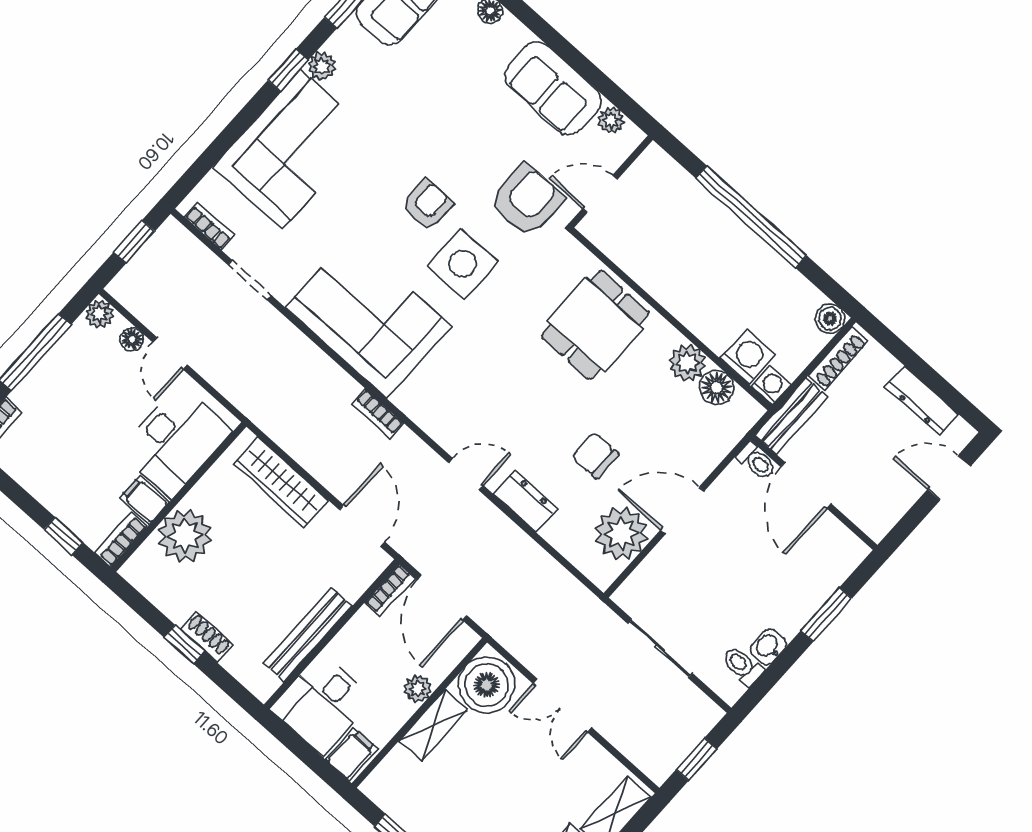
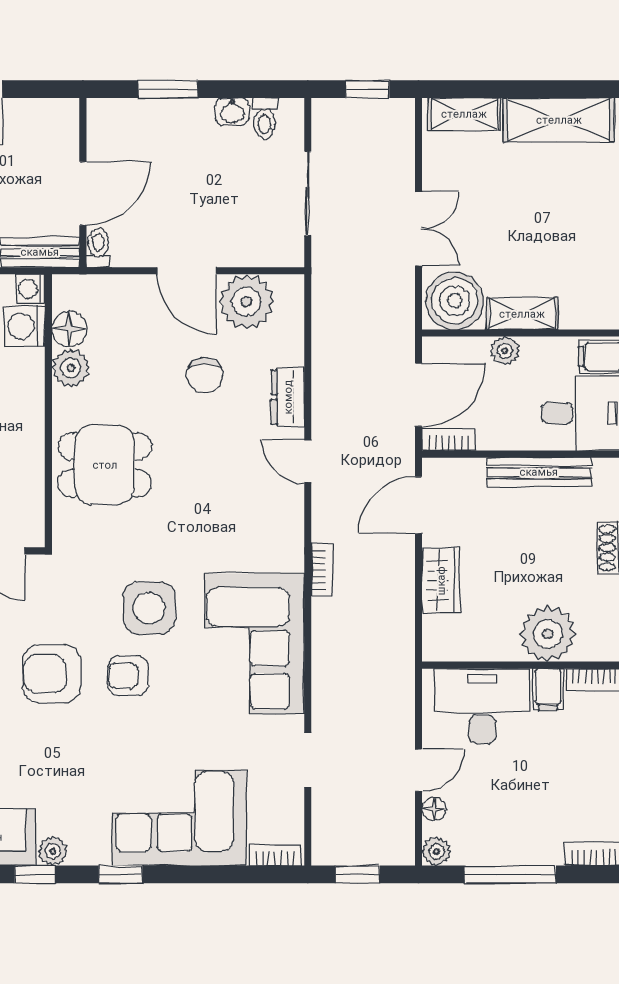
plant: (322, 66) -> (53, 851), moved
armchair: (527, 200) -> (52, 674), moved
bookcase: (209, 226) -> (275, 855), moved, turned 90
wardrobe: (281, 482) -> (441, 581), width x0.67

